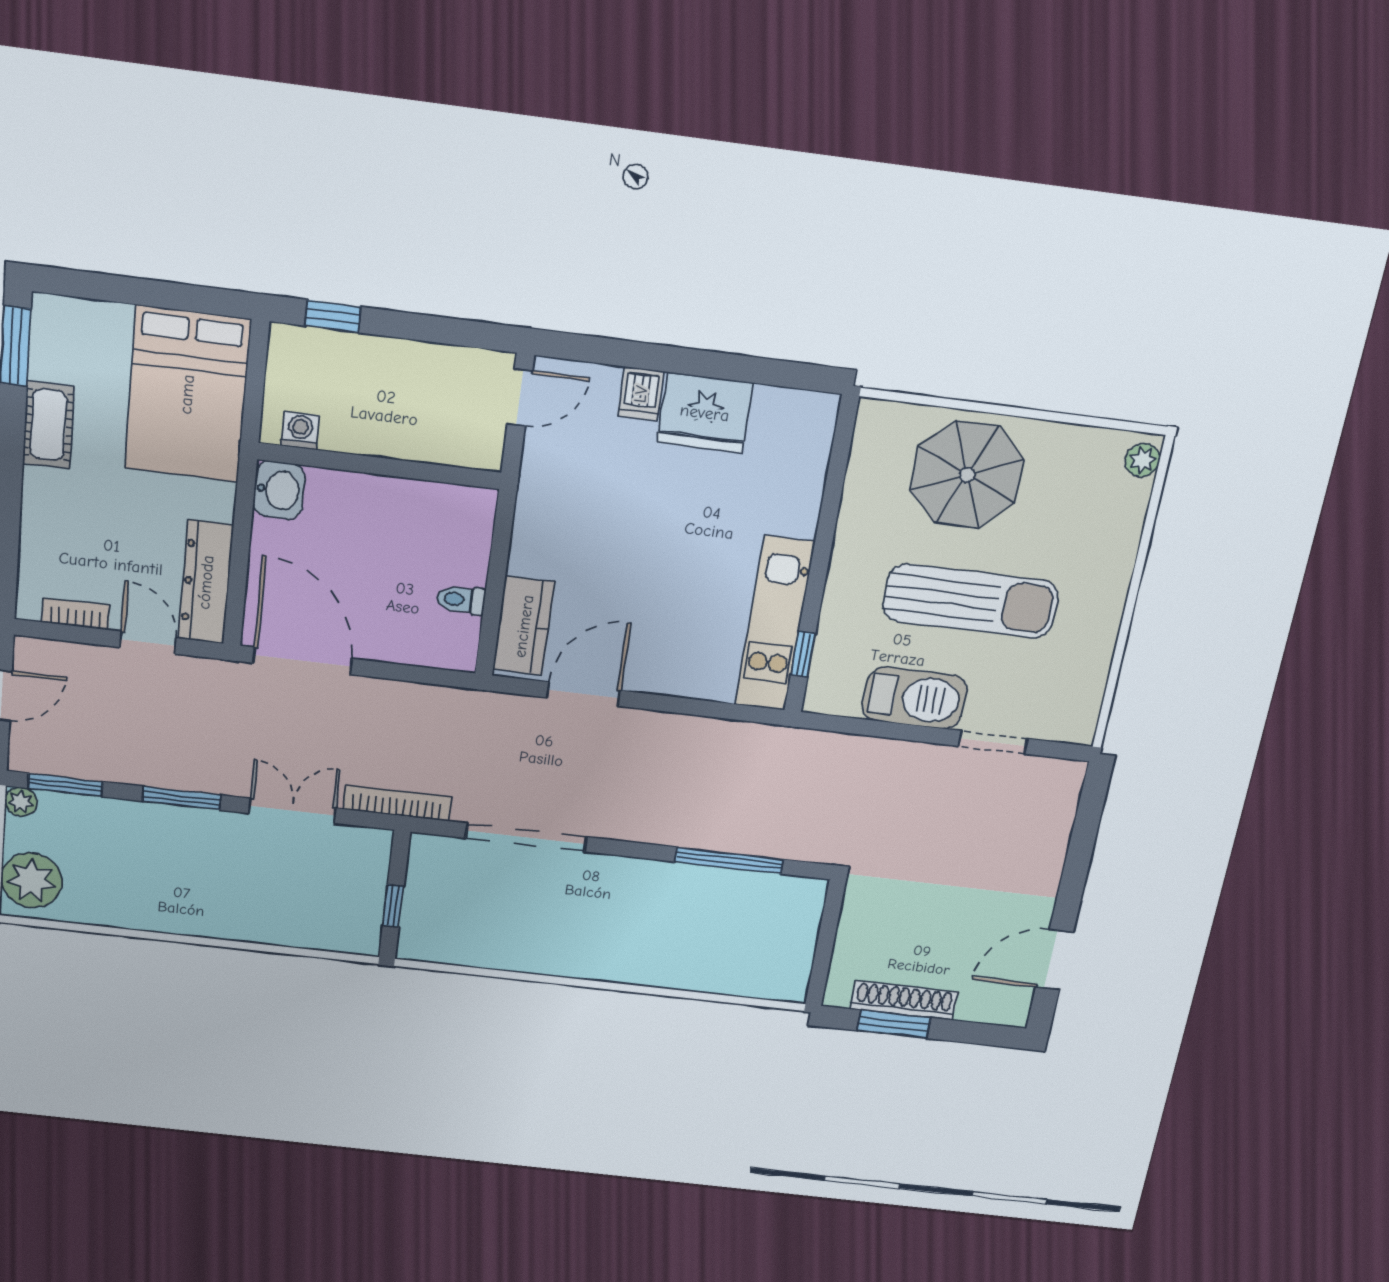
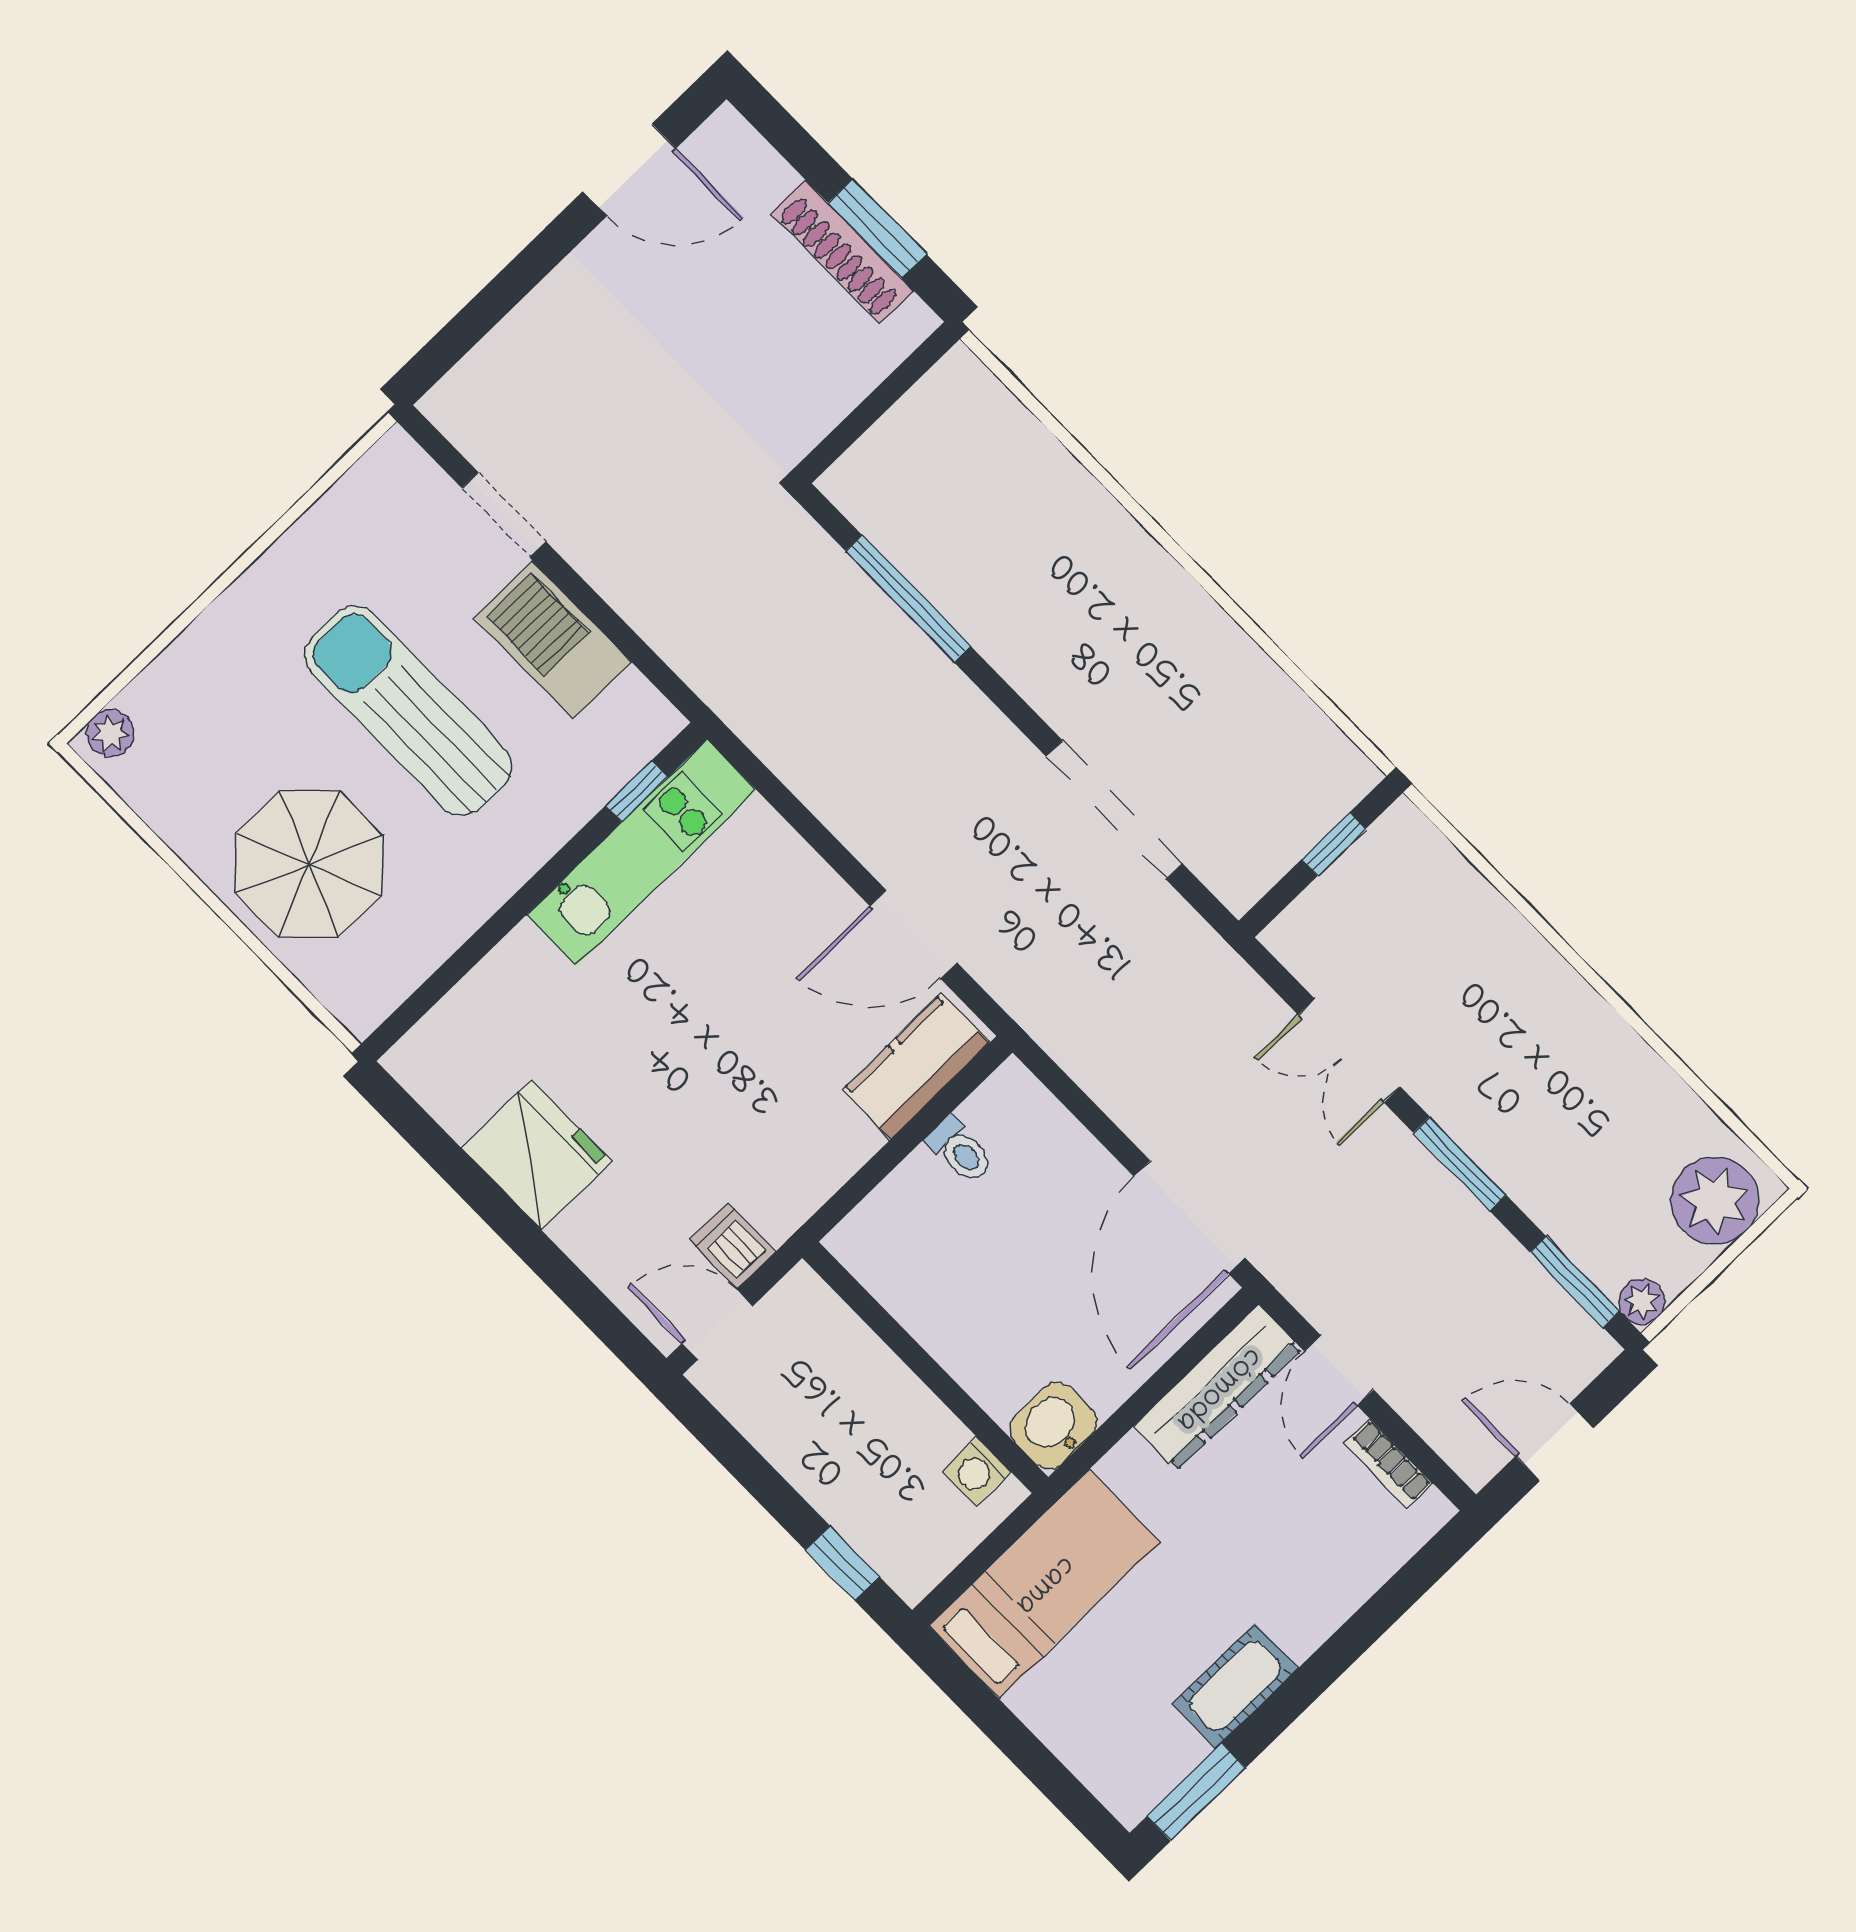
bed: (187, 394) -> (1044, 1584), width x0.67
dishwasher: (641, 394) -> (733, 1246), moved, turned -90
bookcase: (397, 803) -> (1225, 968), removed

